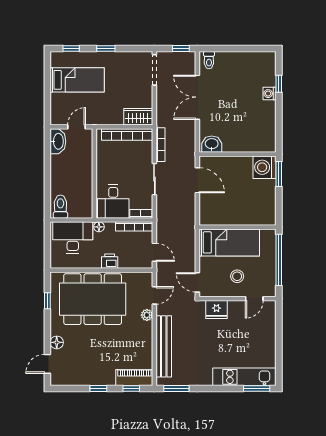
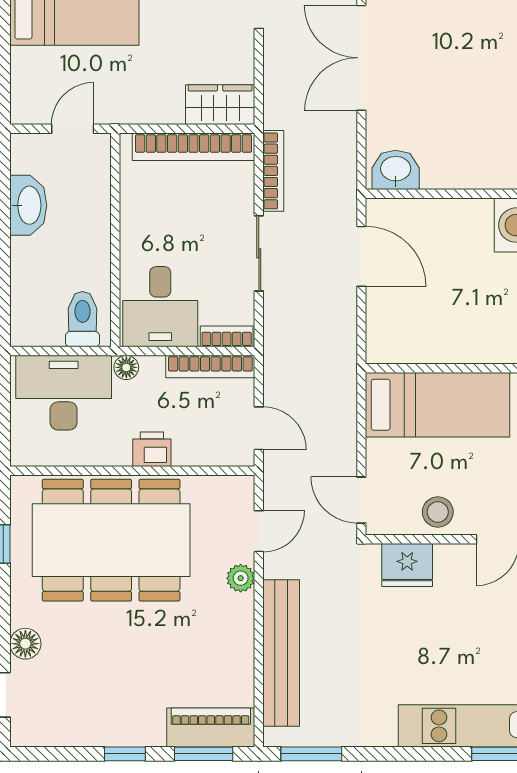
washbasin: (58, 141) -> (28, 205), moved
toilet: (60, 207) -> (83, 319), moved
stool: (237, 276) -> (438, 512), moved
window: (131, 389) -> (204, 754), width x1.50

